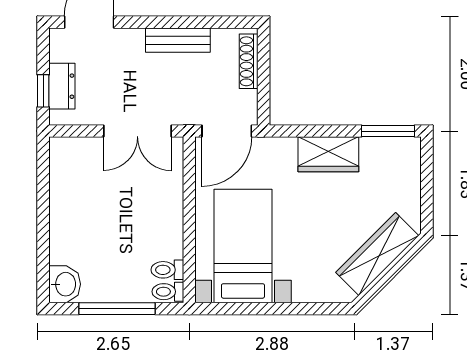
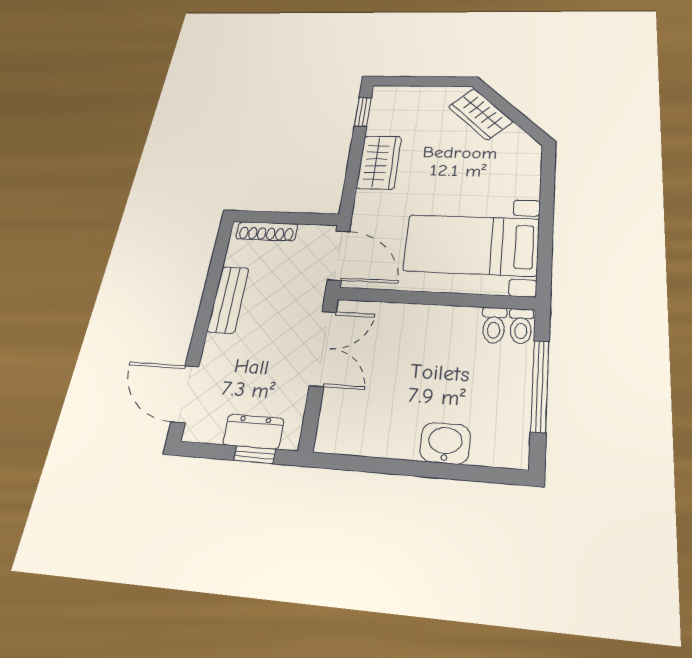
window: (388, 131) -> (363, 112), width x0.67
wardrobe: (377, 254) -> (480, 114), width x0.67
washbasin: (65, 284) -> (445, 443), moved

